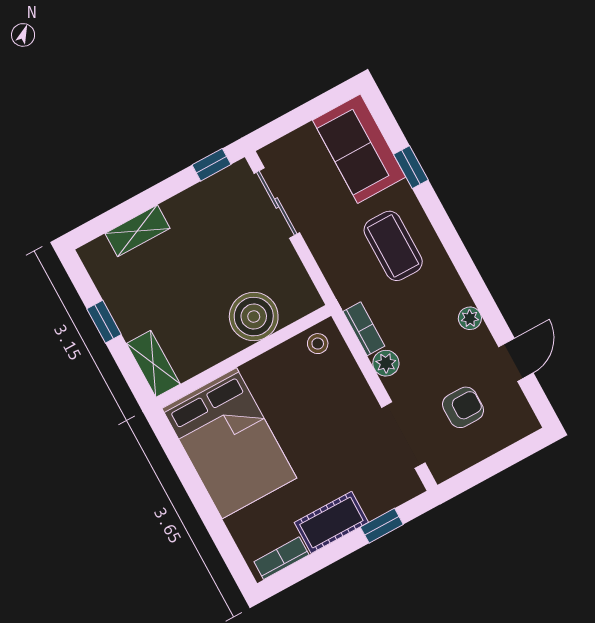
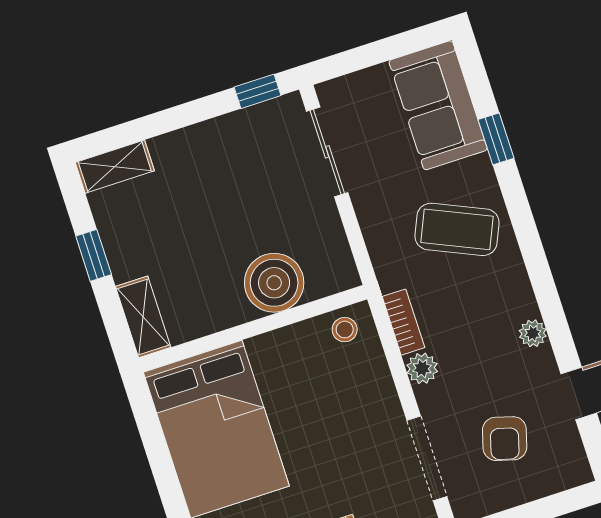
shelving: (137, 231) -> (115, 167), moved
coffee table: (393, 246) -> (457, 229), turned -66
armchair: (463, 407) -> (505, 439), turned 106

